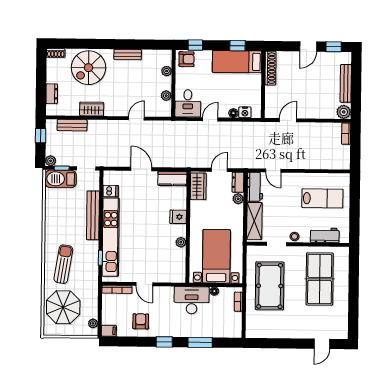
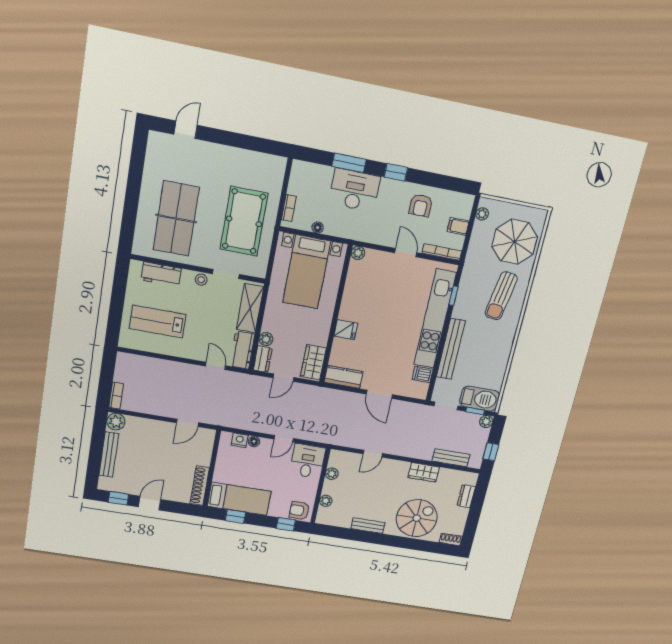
plant: (181, 242) -> (358, 253), moved
desk: (192, 300) -> (355, 190), moved, turned 180
filing cabinet: (109, 331) -> (458, 226), moved

